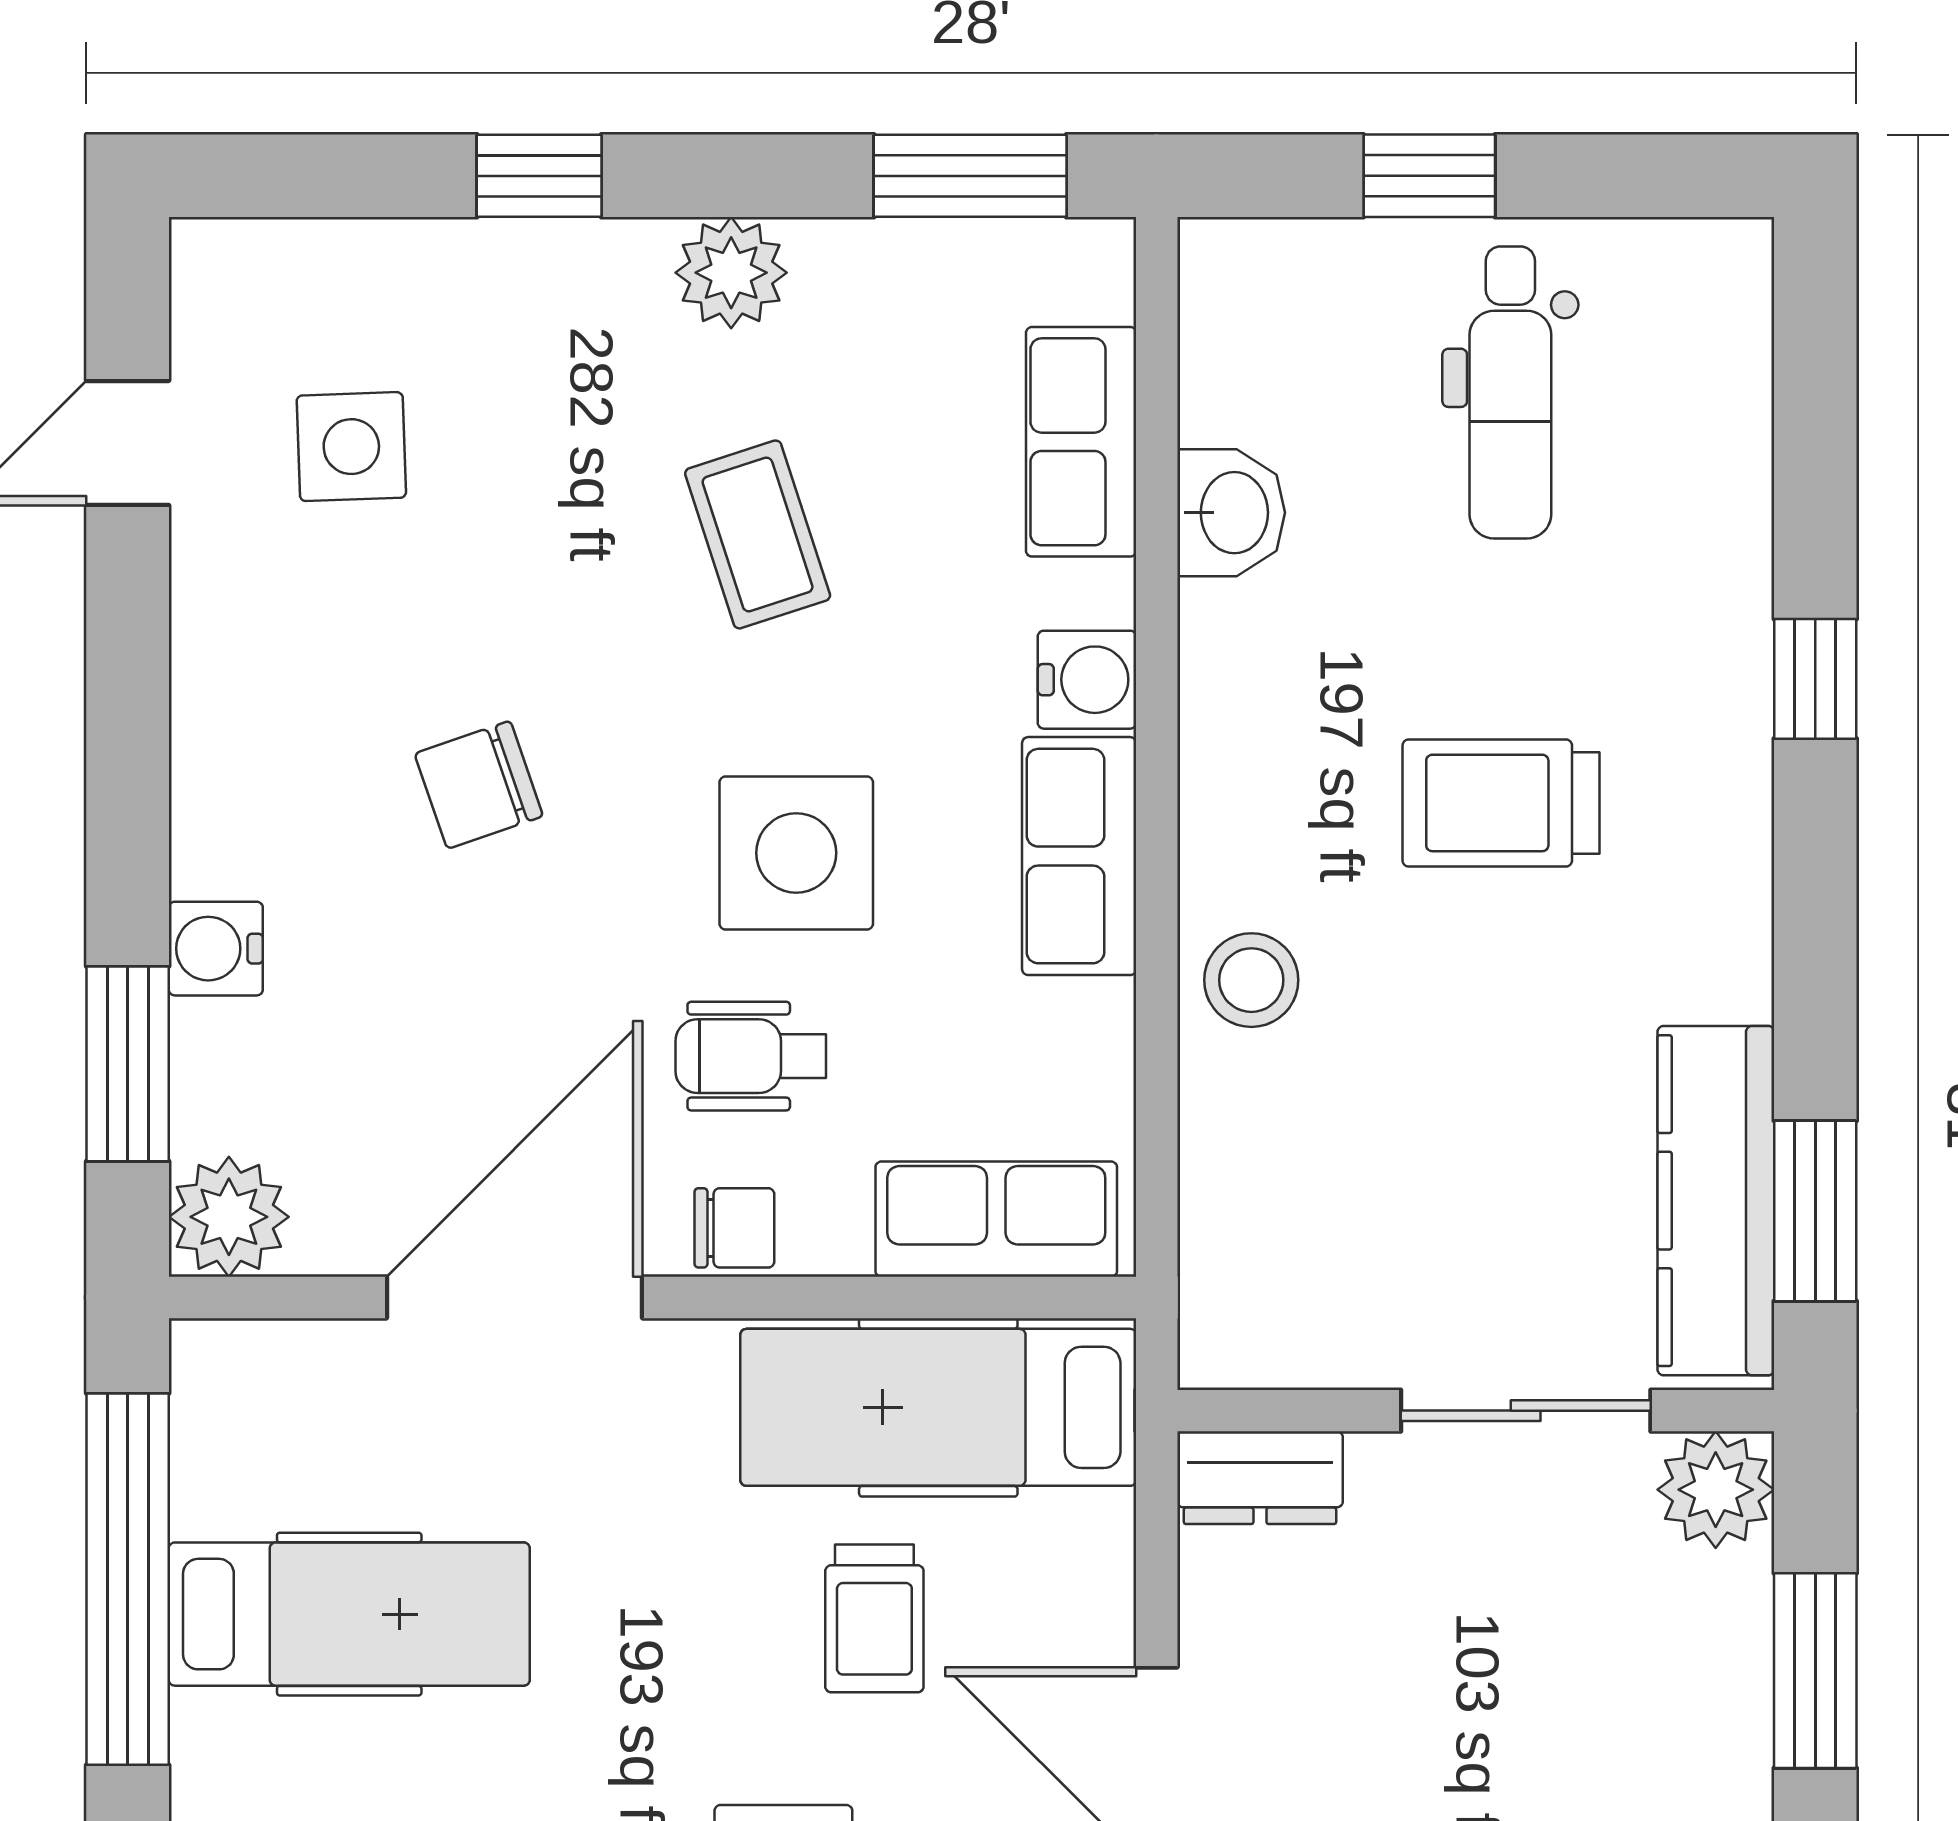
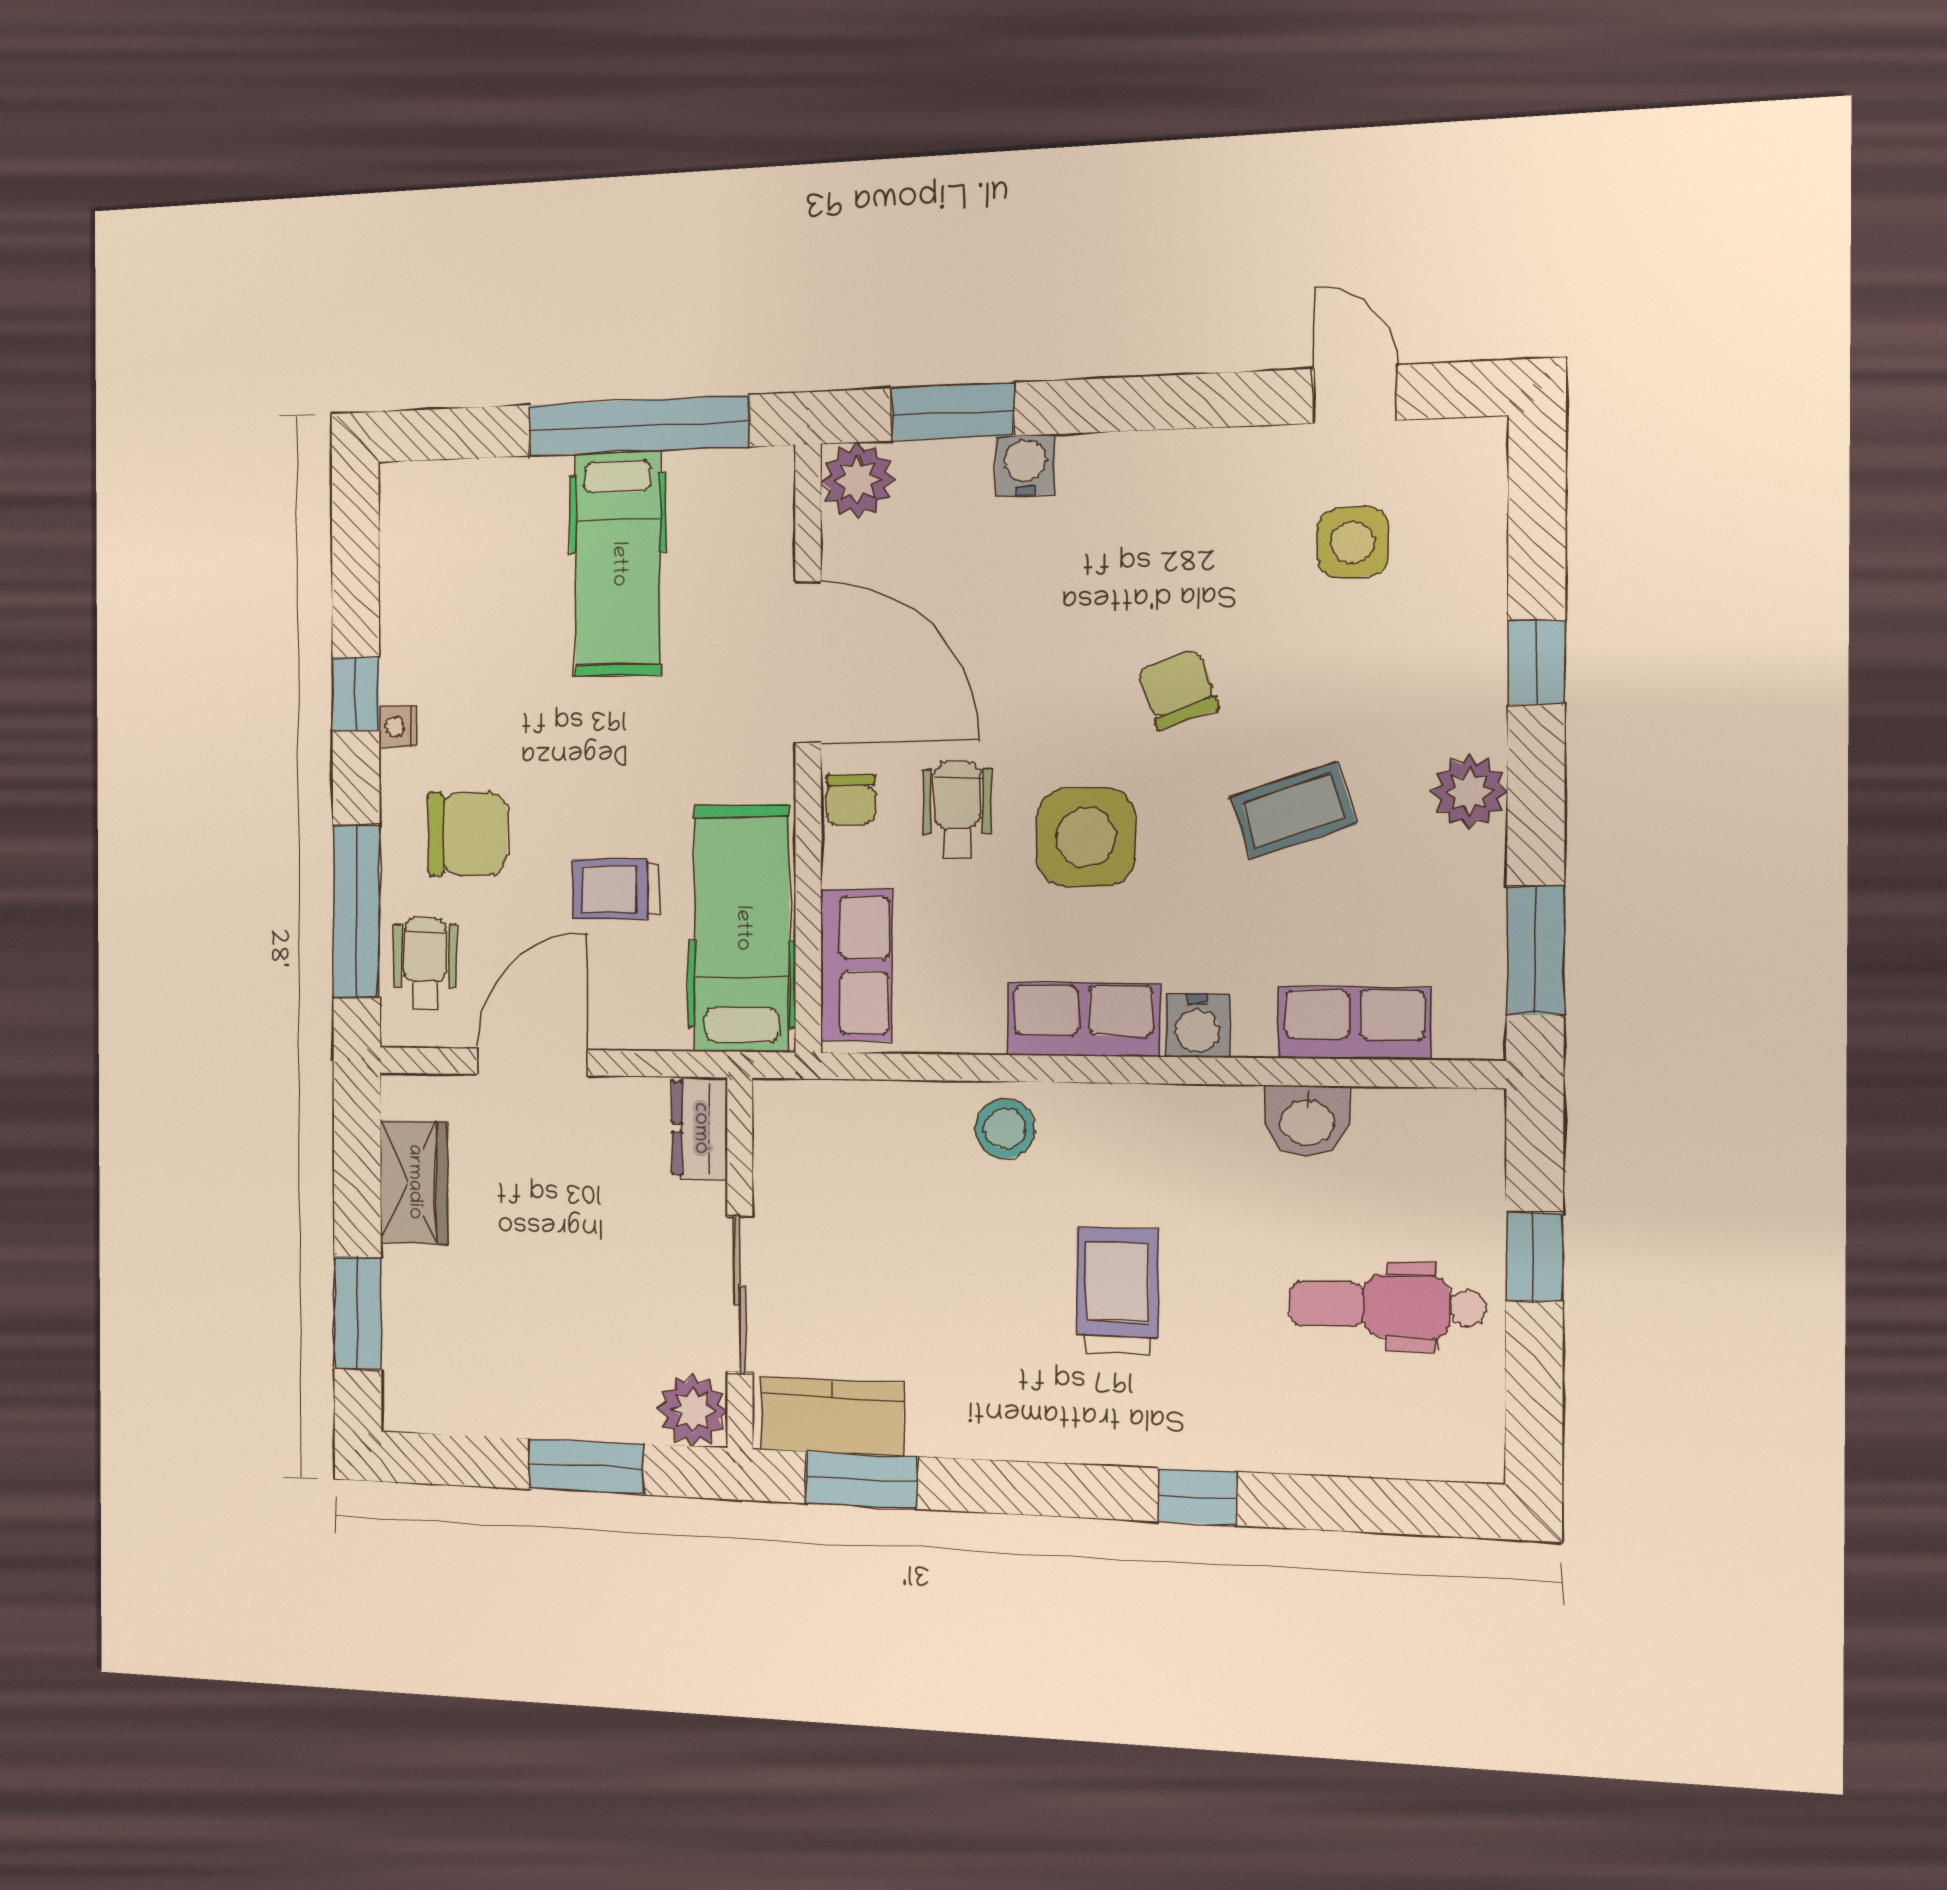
chair: (479, 785) -> (1178, 689), moved
kitchen counter: (1716, 1201) -> (832, 1417), width x0.67

